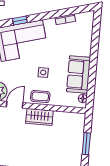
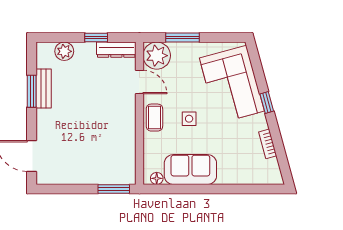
window: (20, 20) -> (267, 102), moved
wardrobe: (39, 117) -> (125, 119), removed
window: (86, 144) -> (114, 189), moved

